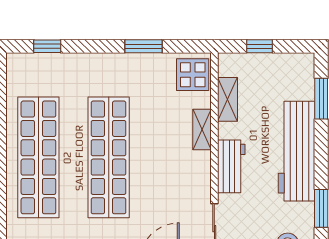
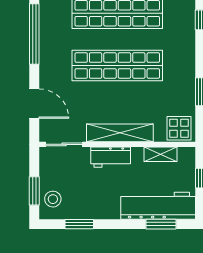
shelving: (202, 130) -> (120, 133), width x2.20, depth x1.33
workbench: (296, 151) -> (158, 206), moved

